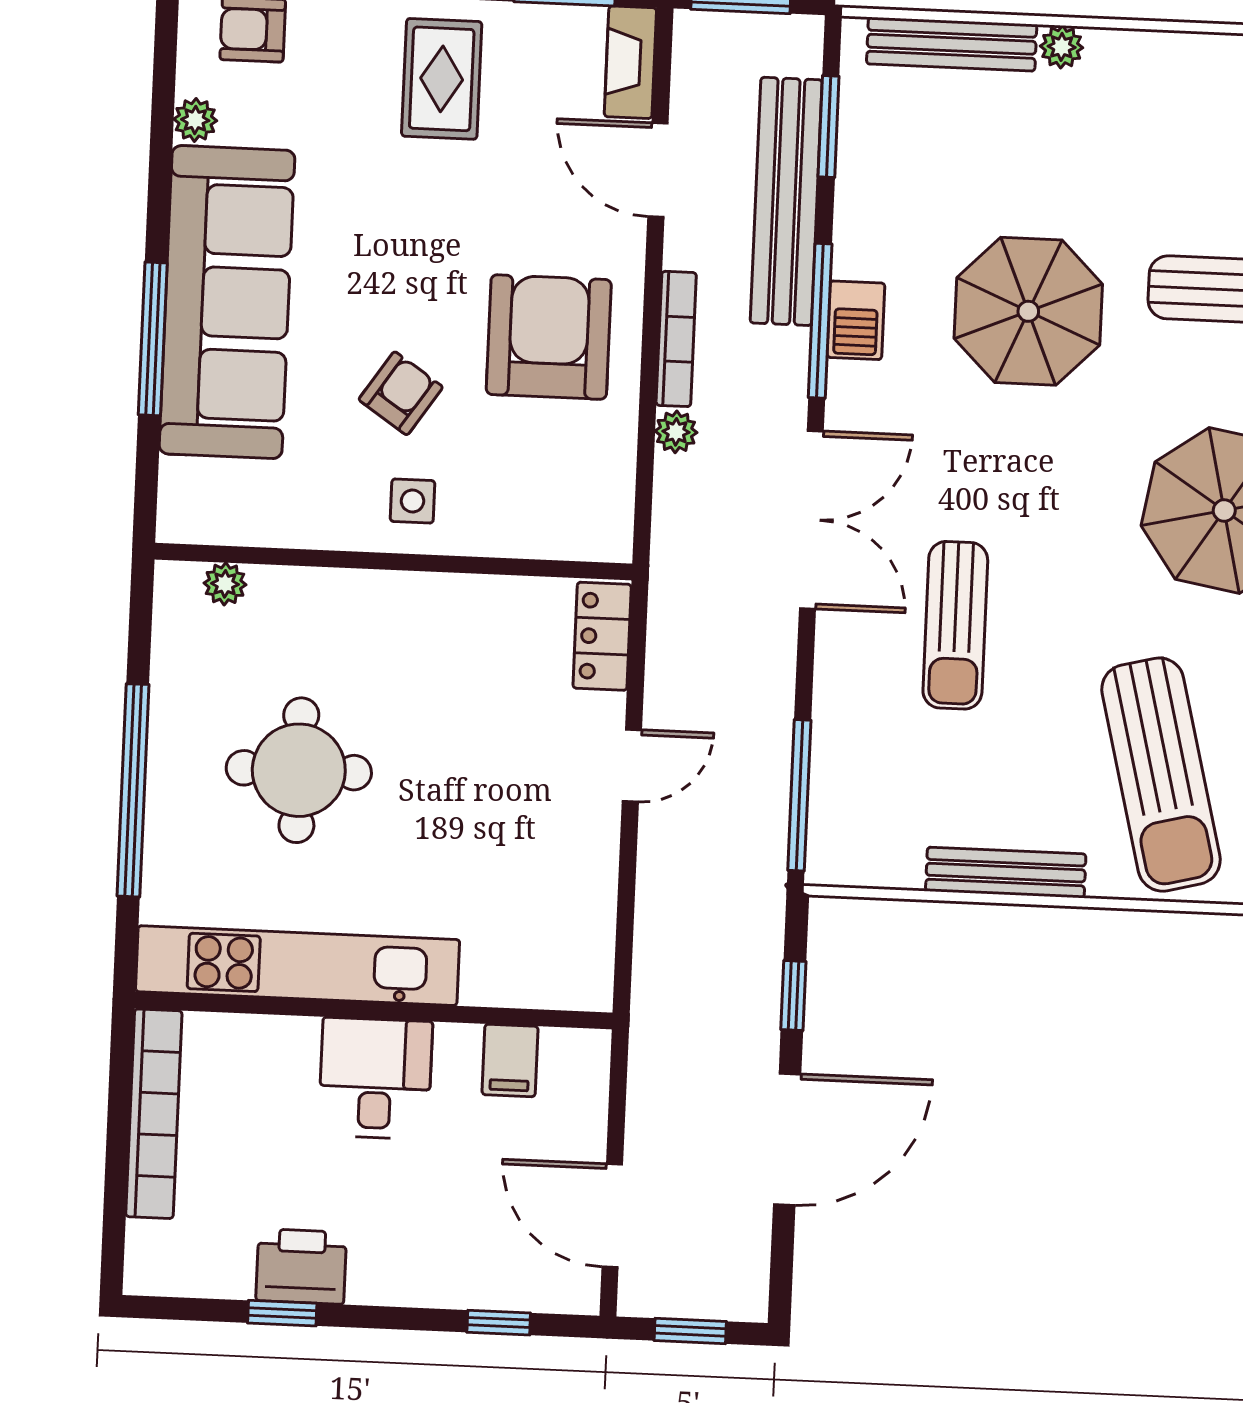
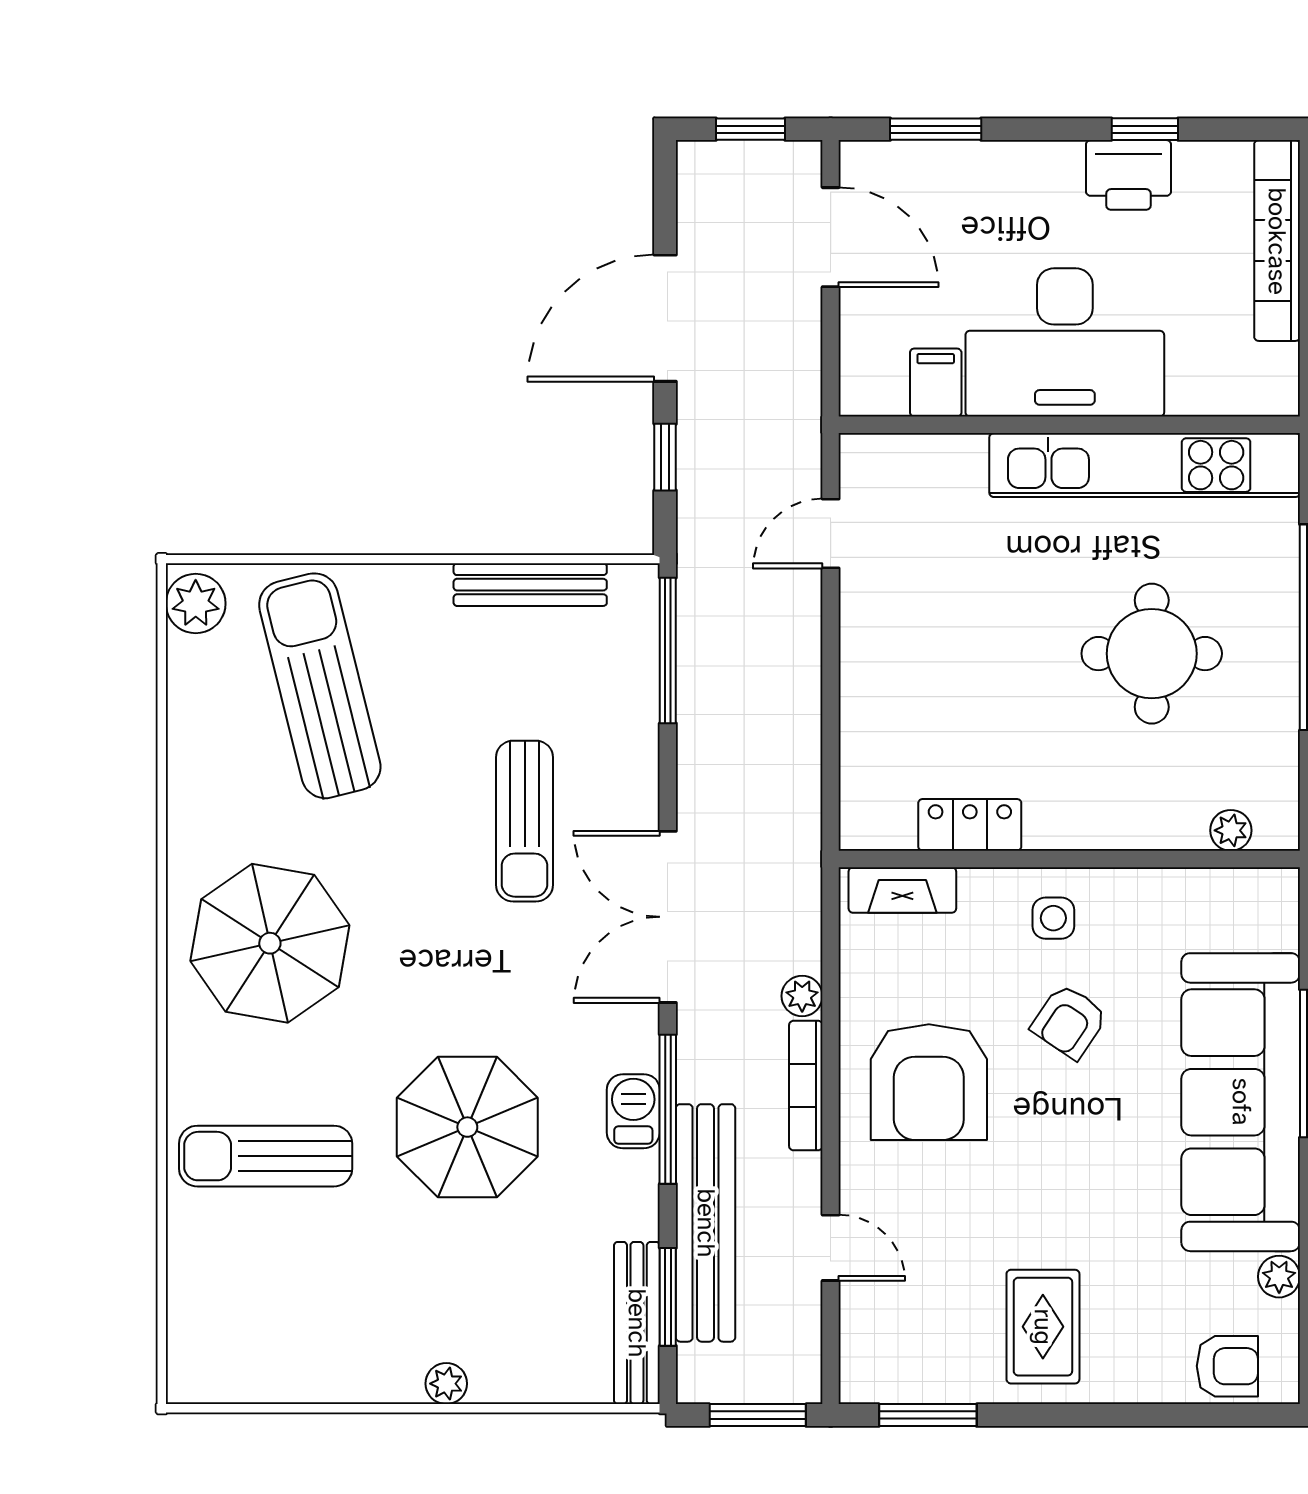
bench: (952, 44) -> (637, 1323), moved, turned 90
fireplace: (630, 62) -> (902, 890), moved, turned 90
door: (658, 170) -> (831, 1248), width x0.73
sun lounger: (955, 625) -> (525, 821), turned 180
locker: (602, 636) -> (970, 825), moved, turned -90
door: (632, 766) -> (831, 534), moved
bench: (1006, 873) -> (530, 585), moved
desk: (375, 1078) -> (1065, 342), width x1.87, depth x1.30
bookcase: (154, 1114) -> (1277, 241), moved
window: (499, 1323) -> (936, 129), width x1.50

